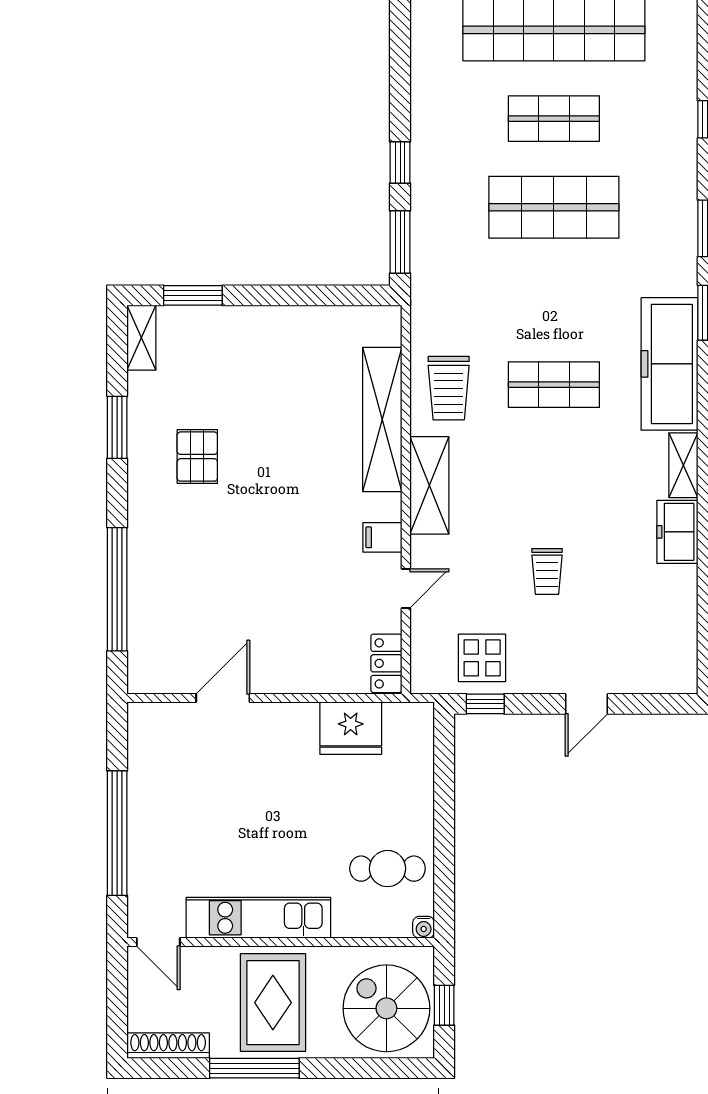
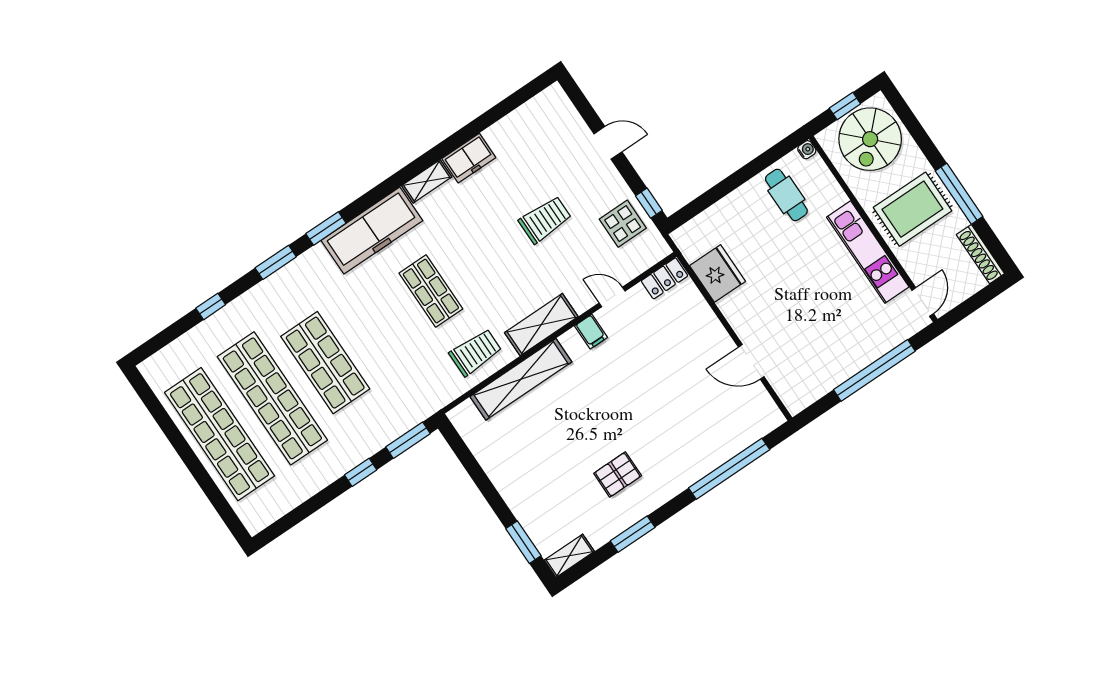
shop shelf: (554, 119) -> (272, 398), width x2.00, depth x1.36
trolley: (547, 572) -> (545, 220), width x1.36, depth x1.39

